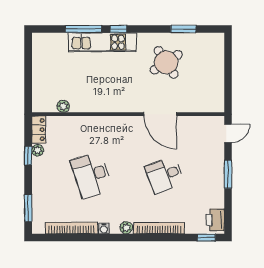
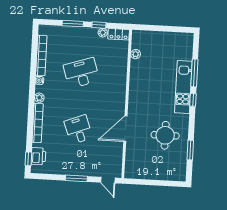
round table: (166, 62) -> (165, 135), turned 33
window: (28, 208) -> (73, 24), moved
printer: (215, 220) -> (38, 156), moved, turned 90

